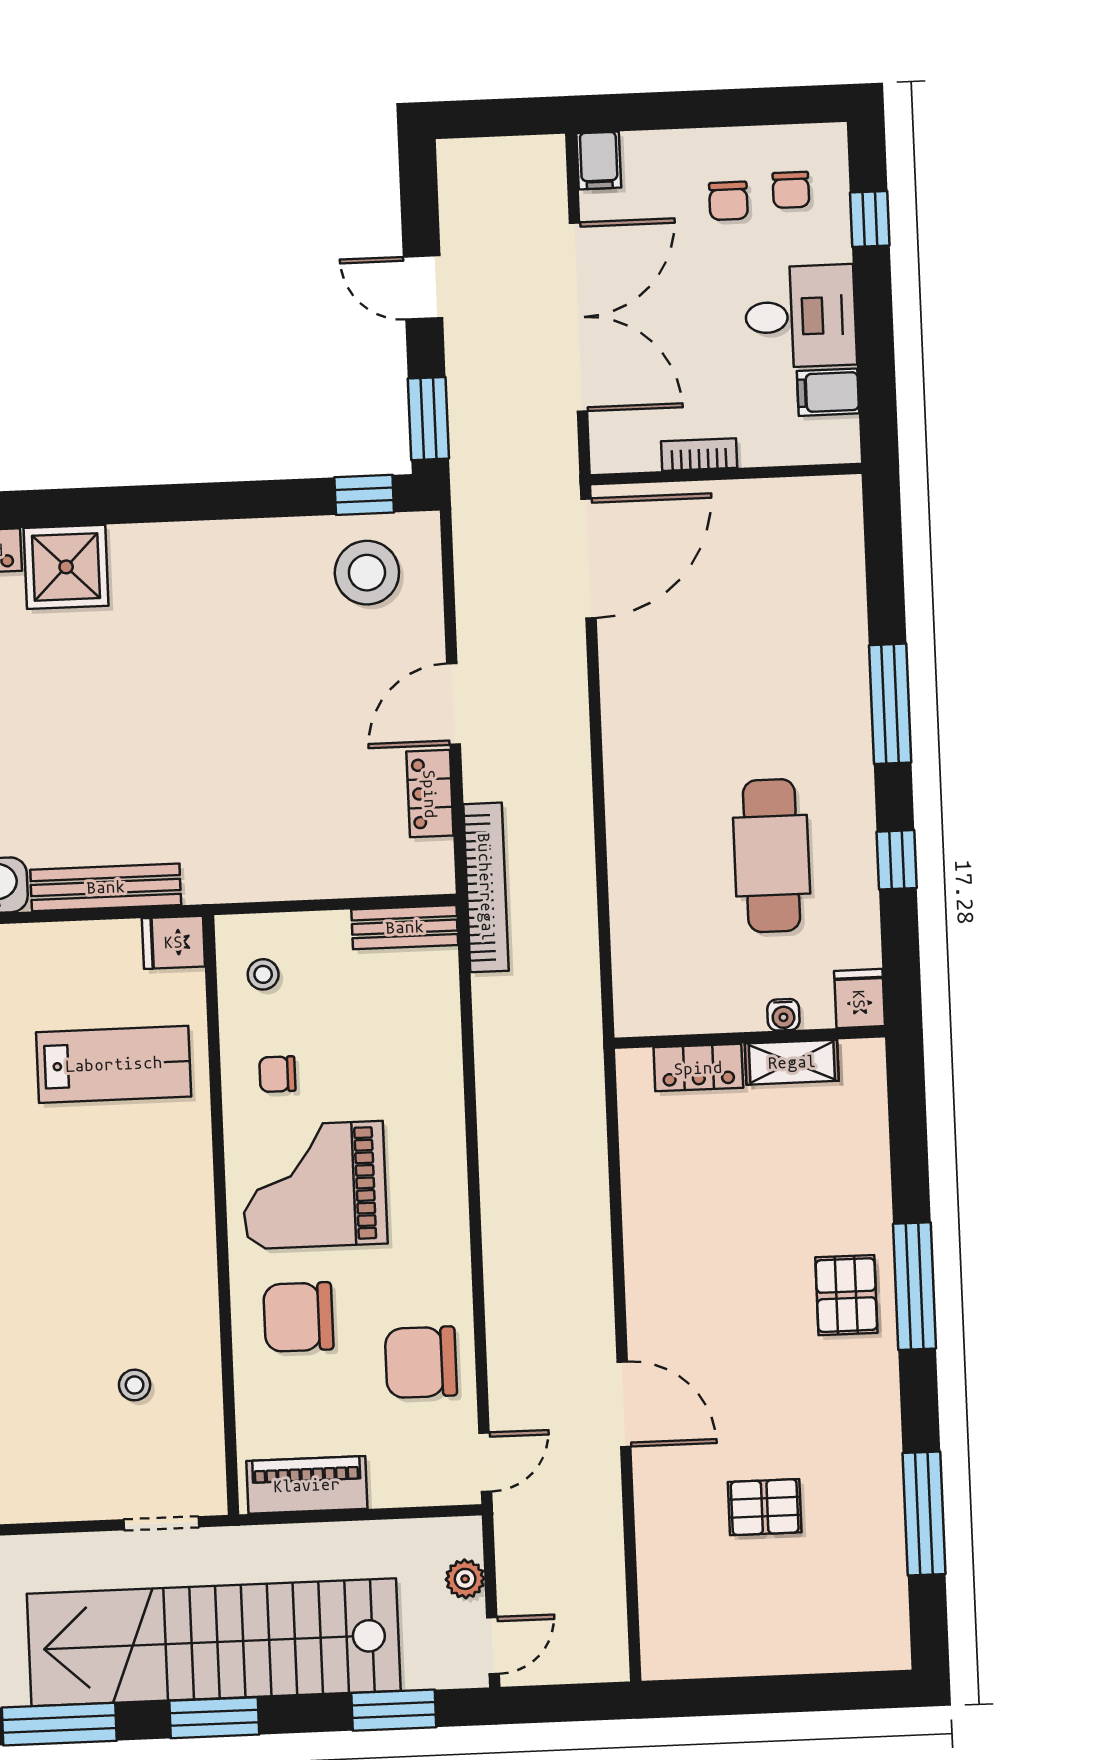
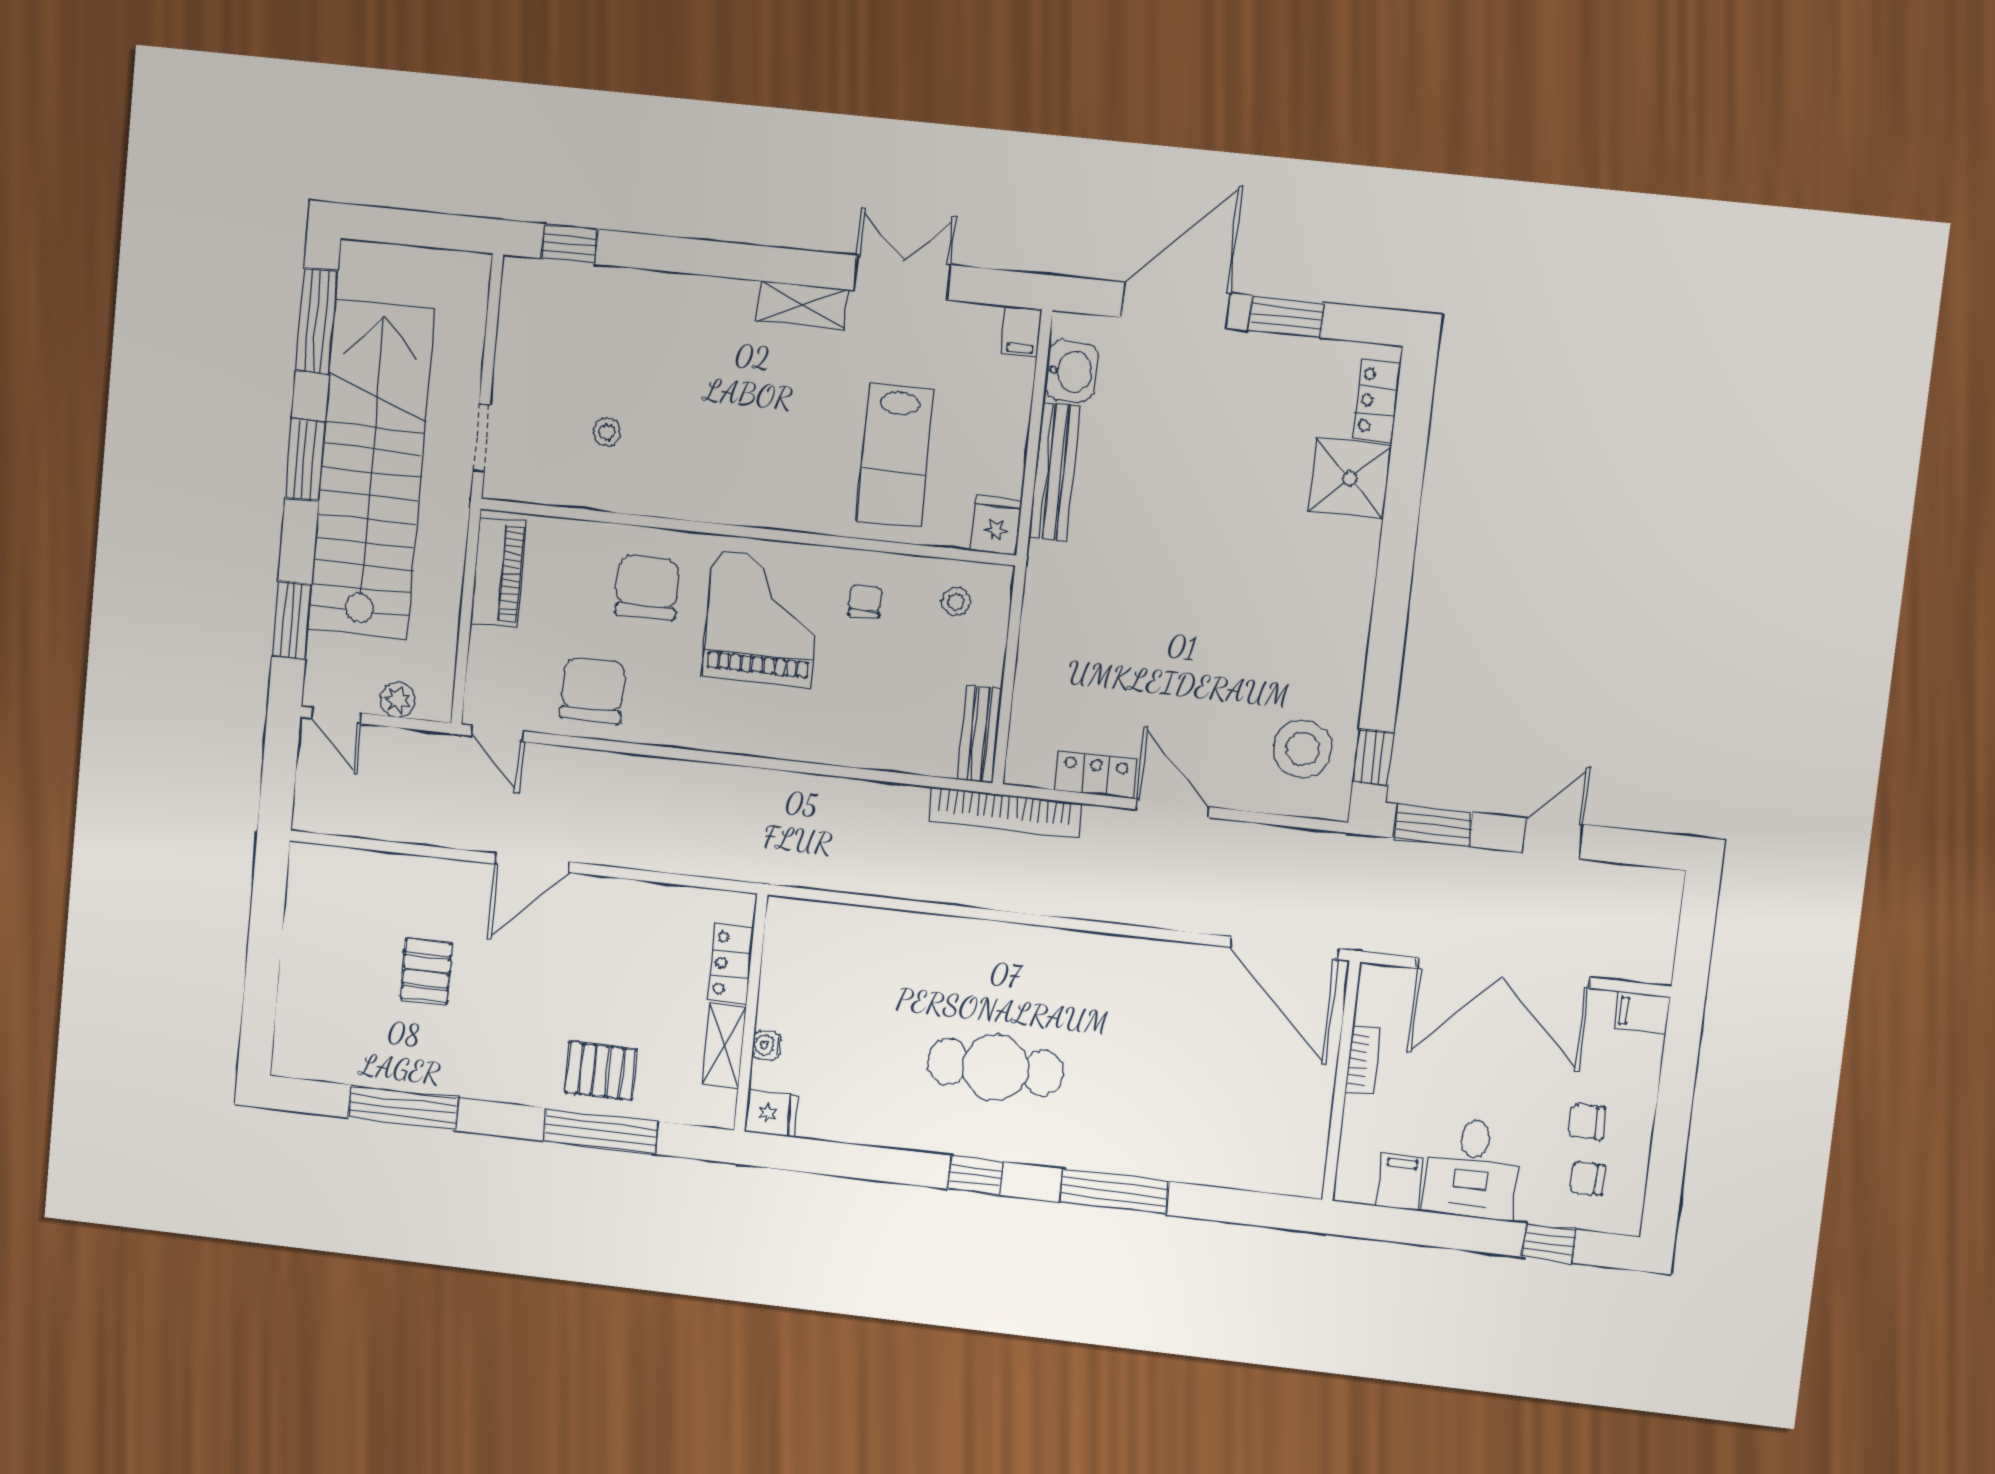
fridge: (859, 999) -> (771, 1114), moved
water cooler: (783, 1015) -> (767, 1045), moved
wall: (750, 1038) -> (751, 1013), moved
shelving: (792, 1062) -> (724, 1046), moved
locker: (698, 1068) -> (731, 964), moved

